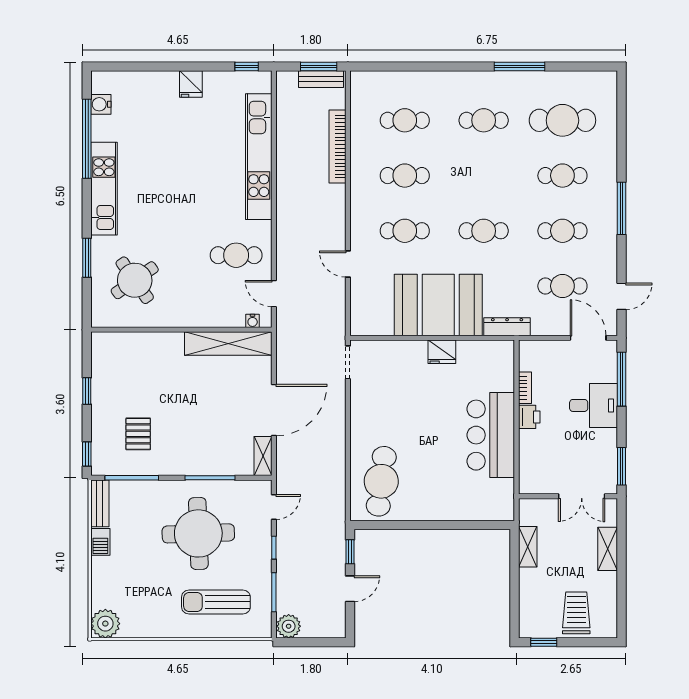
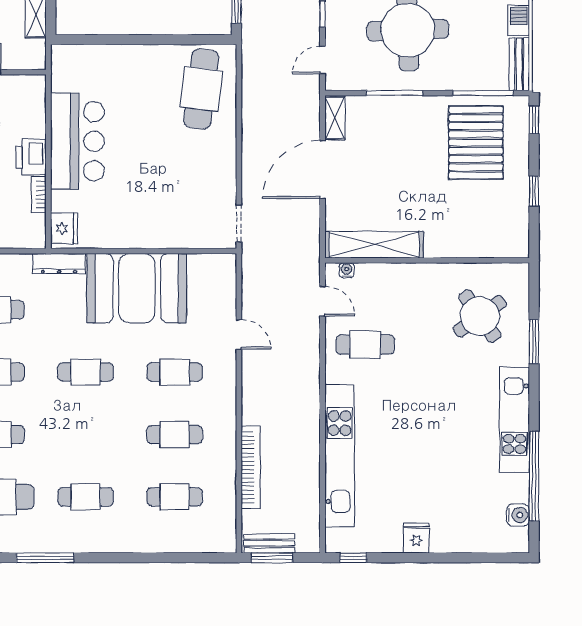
fridge: (442, 352) -> (64, 228), moved, turned 90
printer: (529, 417) -> (31, 157), width x1.36, depth x1.24
pallet: (138, 434) -> (476, 143), width x2.05, depth x2.00

